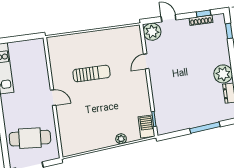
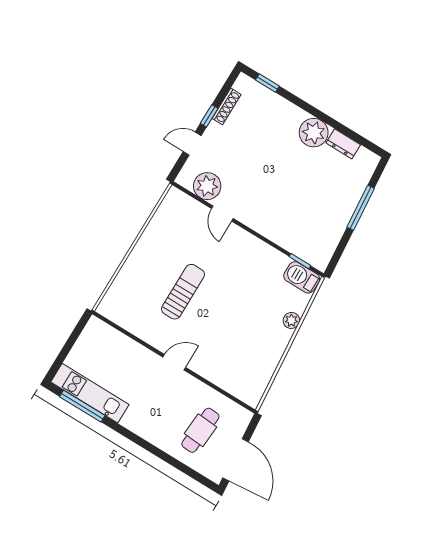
window: (203, 14) -> (209, 116), moved
plant: (152, 32) -> (207, 186), moved
cafe table: (30, 138) -> (200, 430), width x0.73, depth x0.74

